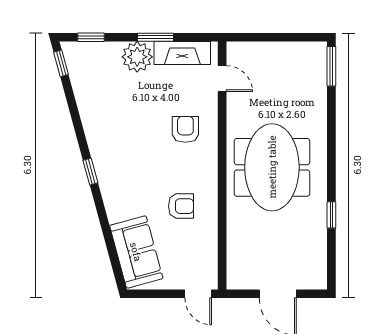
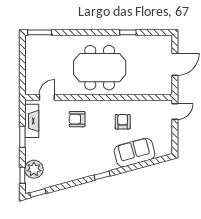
plant: (137, 57) -> (34, 169), moved
sofa: (136, 252) -> (134, 153), moved

